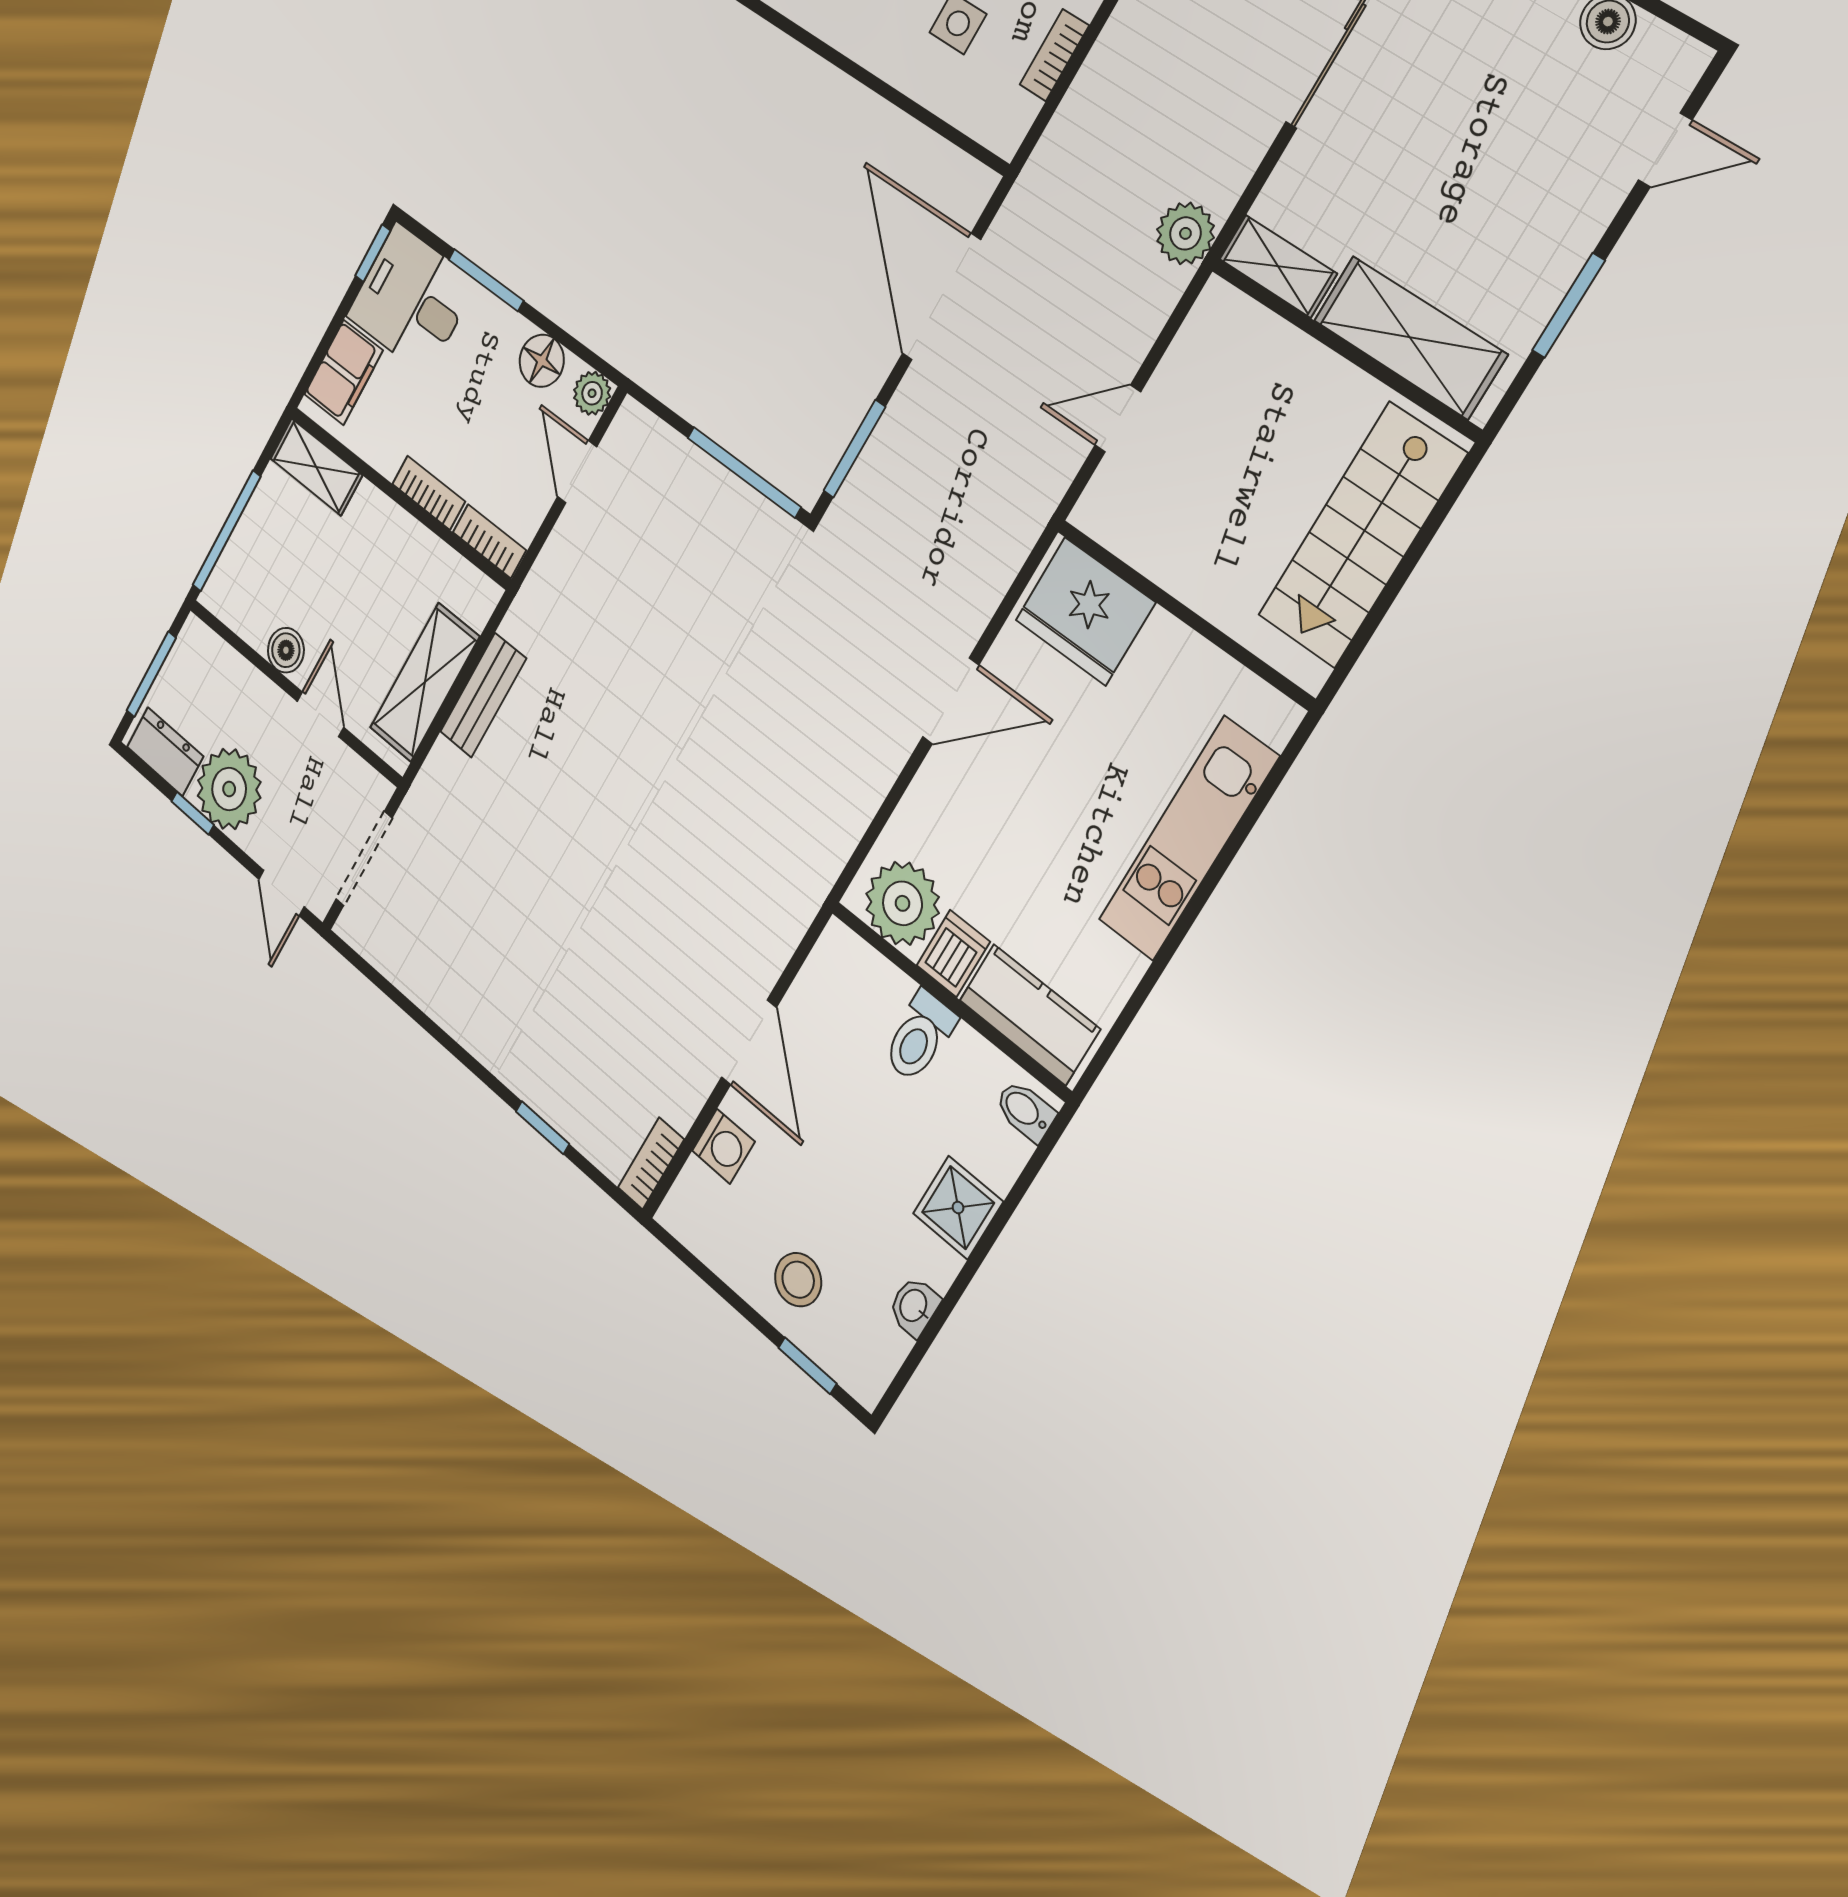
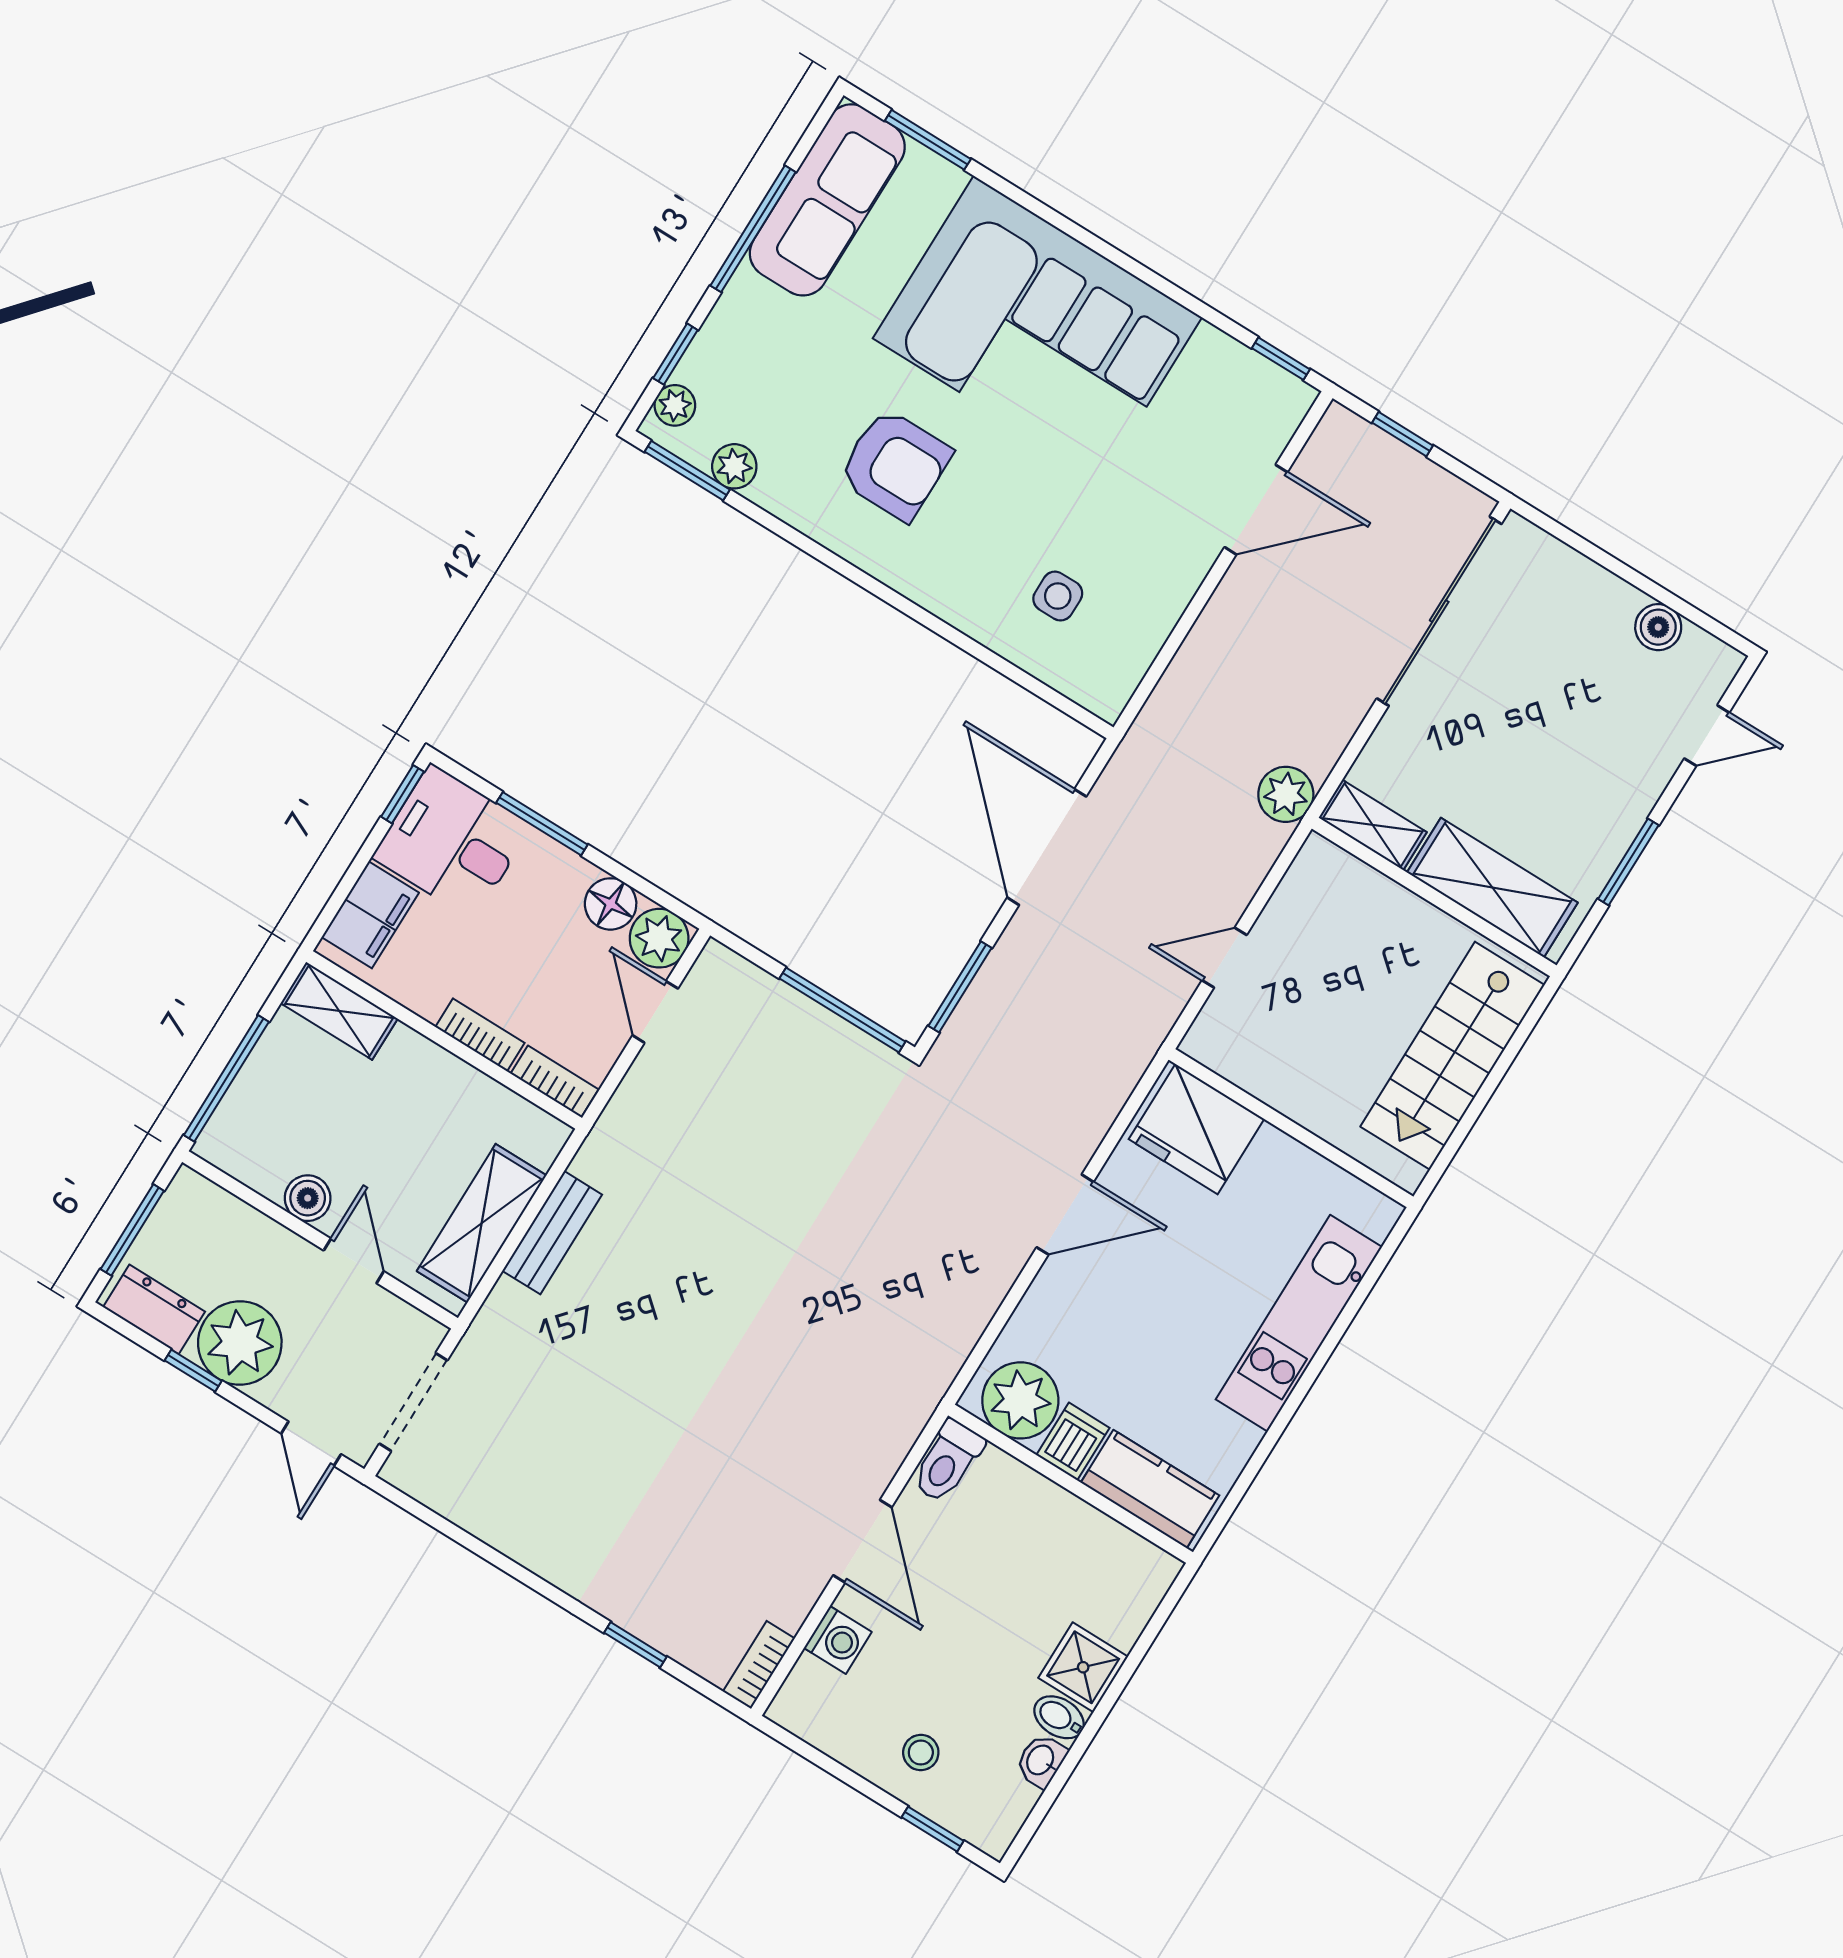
bookcase: (1054, 55) -> (1155, 630), removed
plant: (592, 393) -> (659, 938), width x1.38, depth x1.38
toilet: (920, 1037) -> (948, 1461), moved
bidet: (1025, 1111) -> (1059, 1717), moved
stool: (798, 1280) -> (921, 1753), width x0.73, depth x0.73

